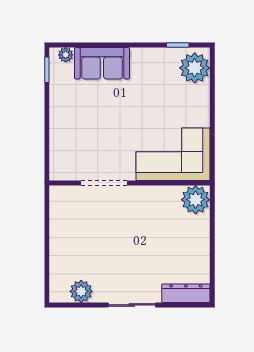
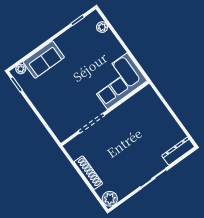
plant: (195, 68) -> (102, 27), width x0.53, depth x0.53
plant: (196, 200) -> (147, 97), removed
shoe rack: (57, 241) -> (88, 173), added
plant: (81, 291) -> (110, 199), moved

